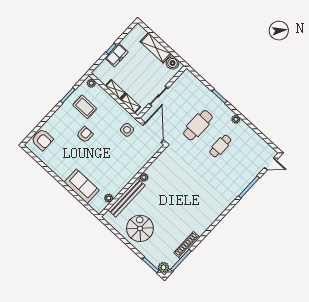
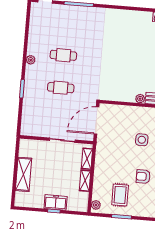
boiler: (173, 63) -> (25, 150), removed
cafe table: (198, 125) -> (61, 88), width x0.73, depth x0.74
side table: (127, 130) -> (142, 140), moved

